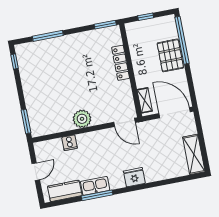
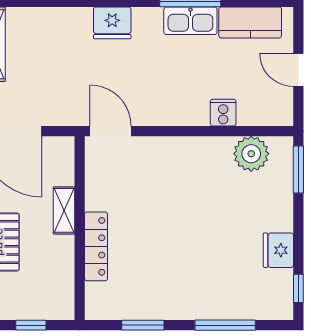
window: (105, 25) -> (143, 325), moved
fridge: (28, 79) -> (278, 250), added
shelving: (145, 100) -> (64, 210), moved
plant: (82, 119) -> (251, 154), moved
door: (36, 172) -> (298, 70), hinge flipped

